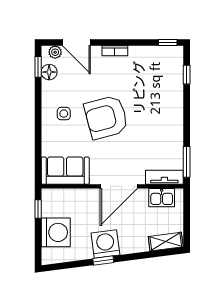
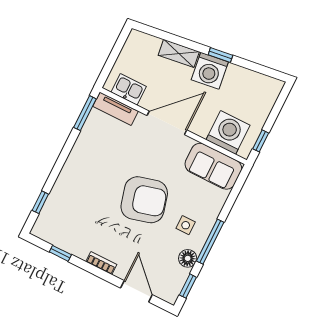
window: (168, 43) -> (60, 253), moved
plant: (55, 52) -> (163, 292), removed
floor lamp: (49, 72) -> (188, 258), moved
window: (38, 110) -> (210, 242), added
washing machine: (56, 232) -> (228, 133), moved, turned 90
shelving: (166, 242) -> (179, 53), moved

